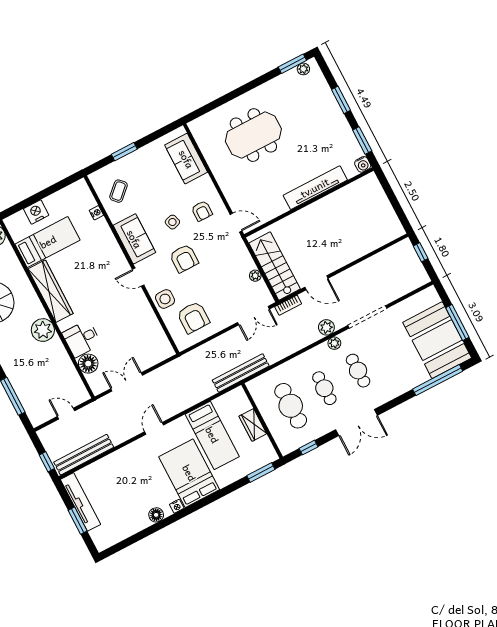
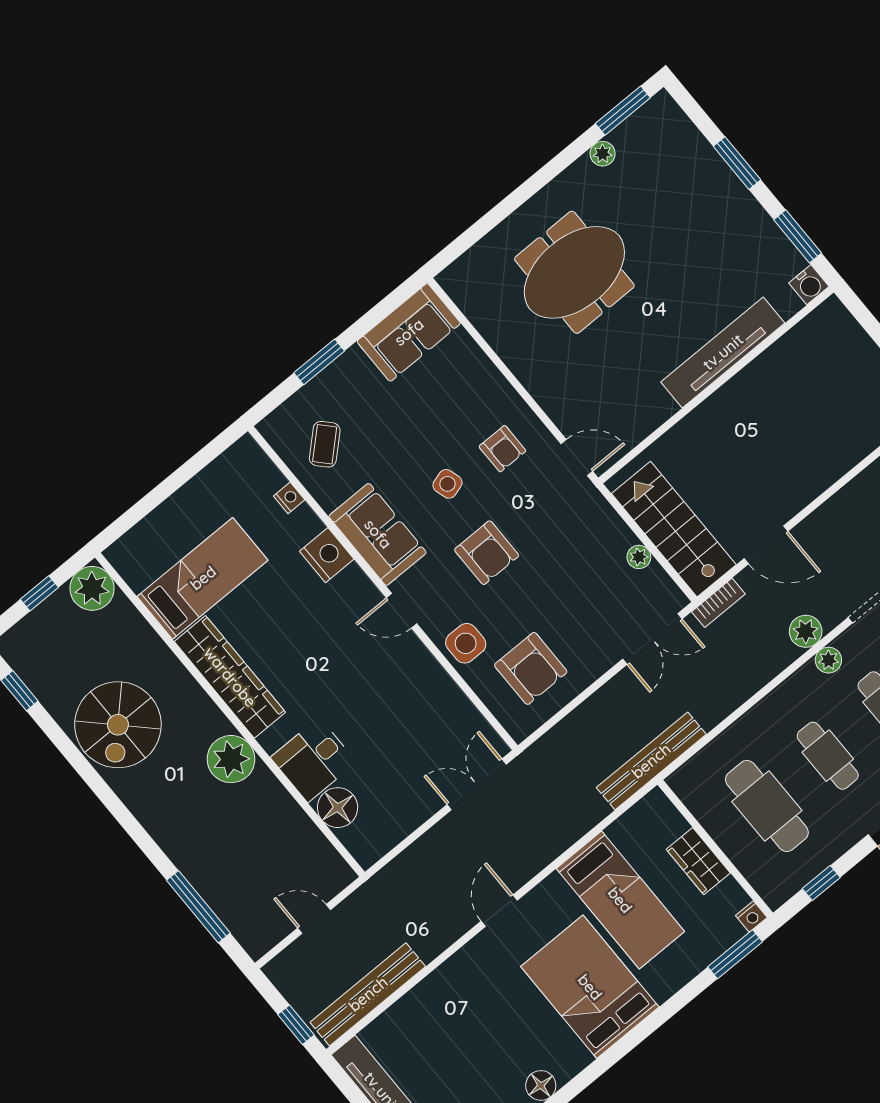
plant: (303, 69) -> (603, 154), moved
sofa: (186, 159) -> (409, 332), moved, turned -90
nightstand: (36, 212) -> (327, 555), moved, turned 90
double door: (127, 382) -> (477, 784), moved
nightstand: (177, 506) -> (751, 916), moved

